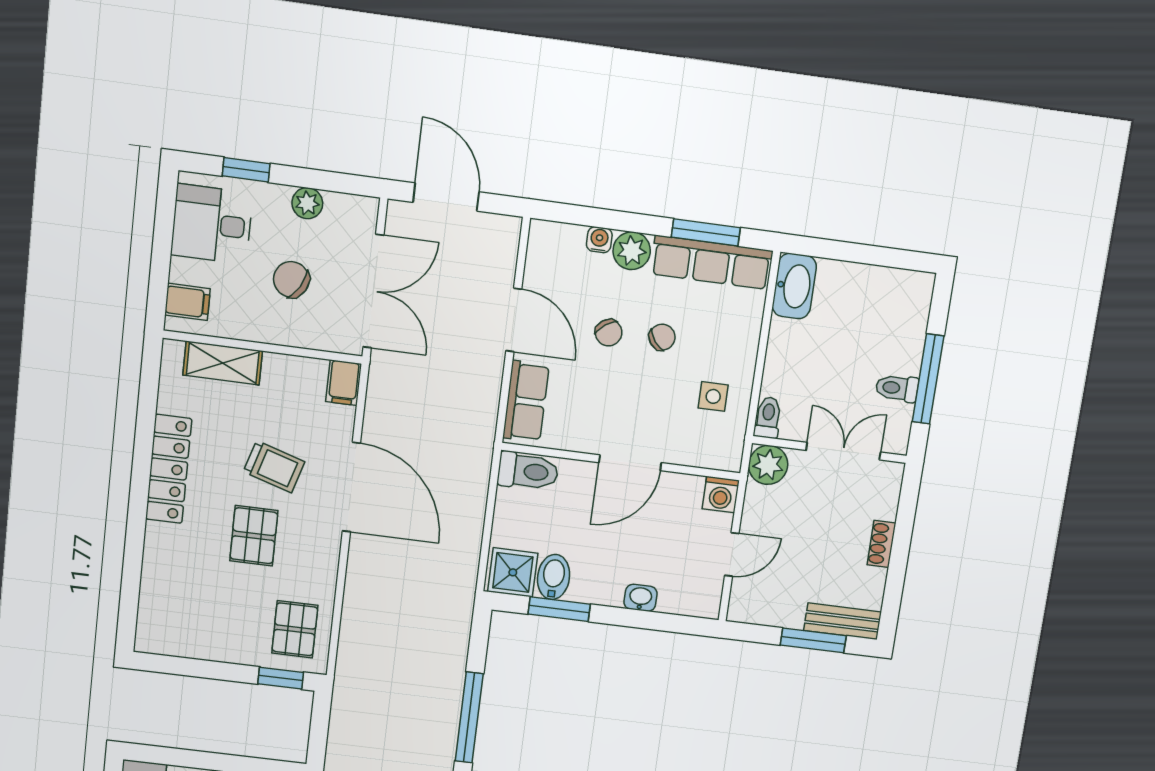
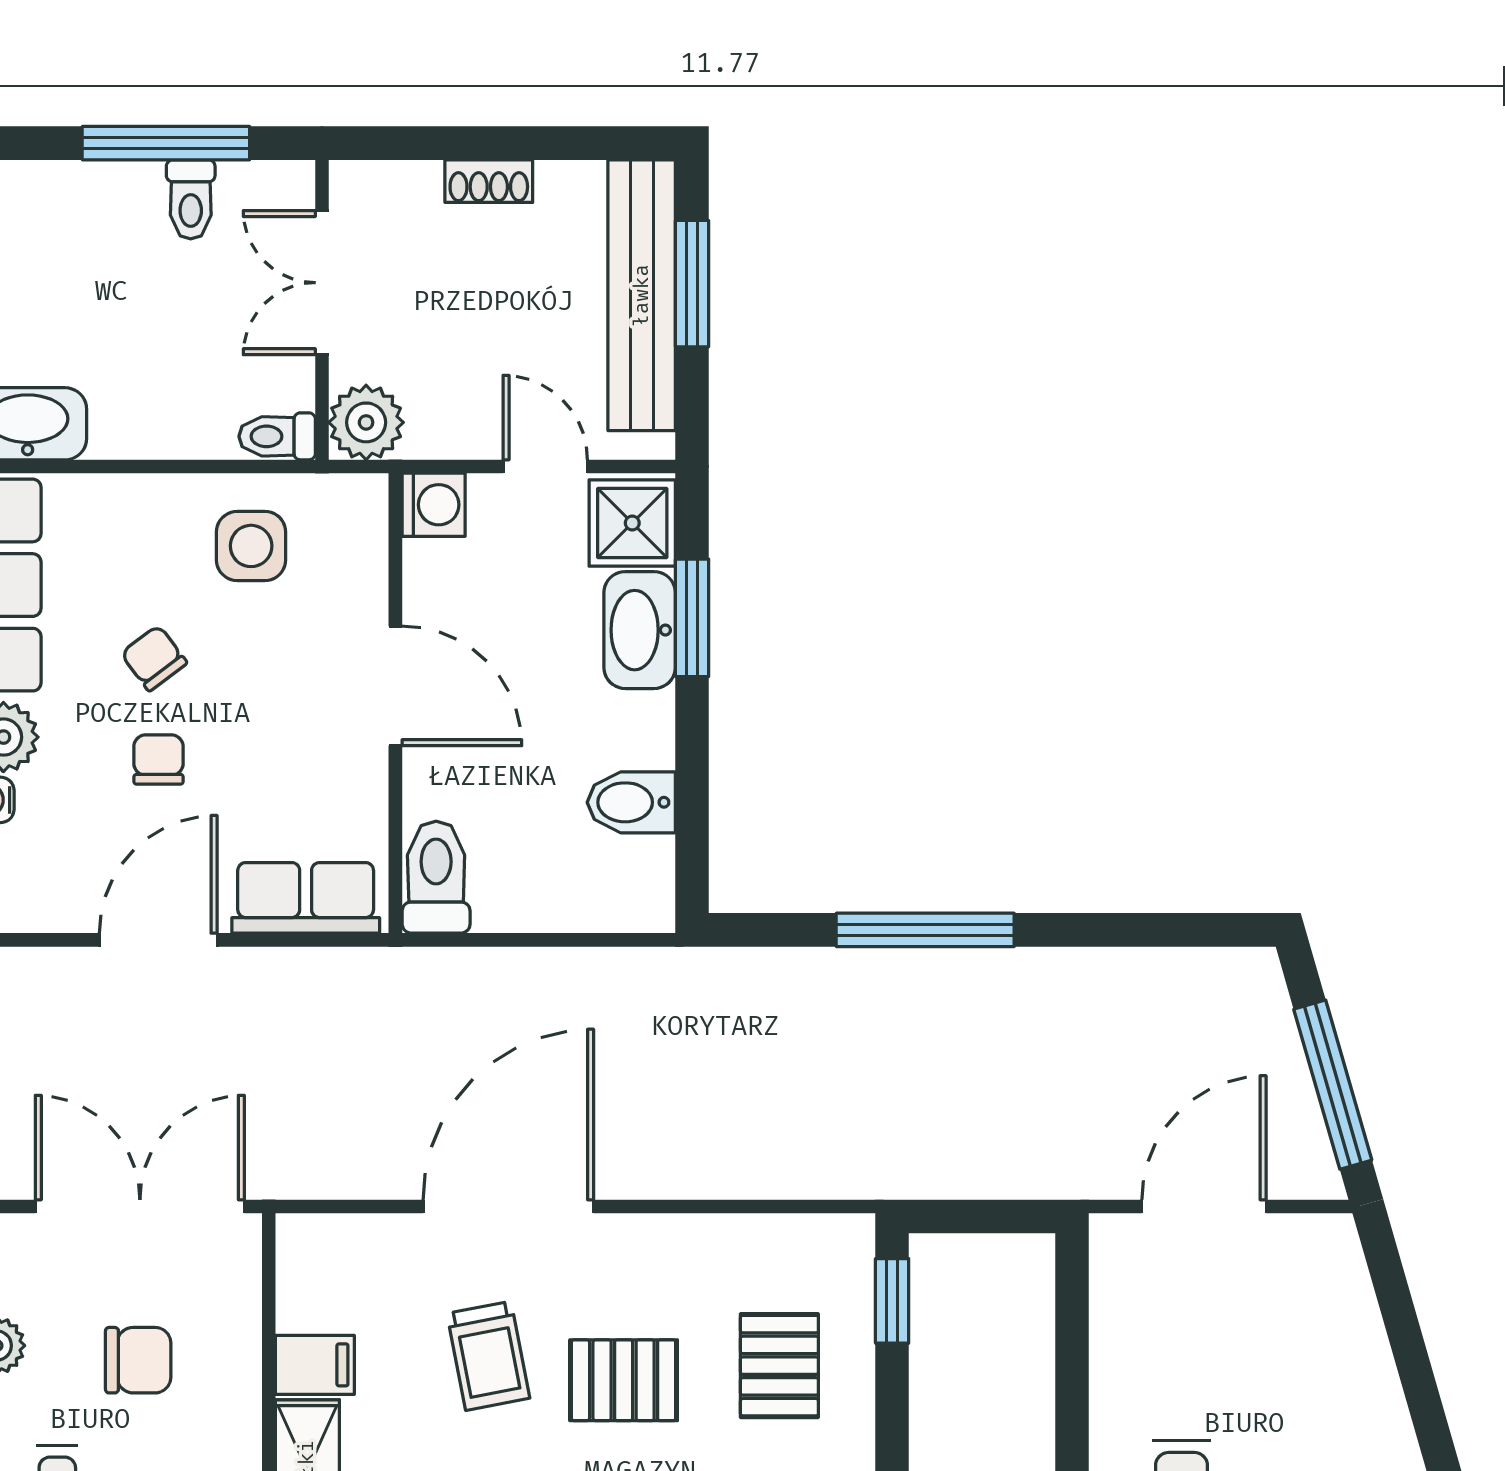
chair: (291, 279) -> (138, 1360), turned -120
chair: (609, 333) -> (159, 760), turned -55
filing cabinet: (344, 383) -> (315, 1365), moved
side table: (713, 396) -> (251, 546), width x1.37, depth x1.37
trolley: (274, 467) -> (488, 1356), turned 152
shower: (513, 572) -> (632, 523), moved
washbasin: (641, 598) -> (640, 630), width x1.91, depth x1.45
window: (559, 609) -> (692, 618), moved
bench: (843, 621) -> (642, 295), width x1.86, depth x1.21
pallet: (295, 629) -> (779, 1366), moved, turned 90

